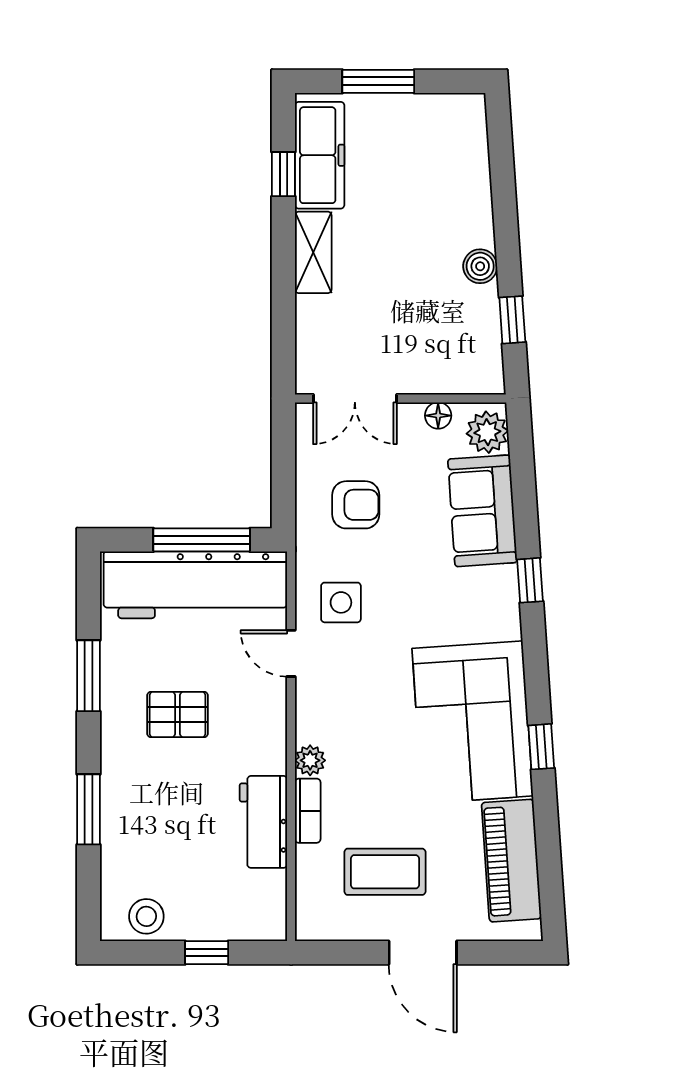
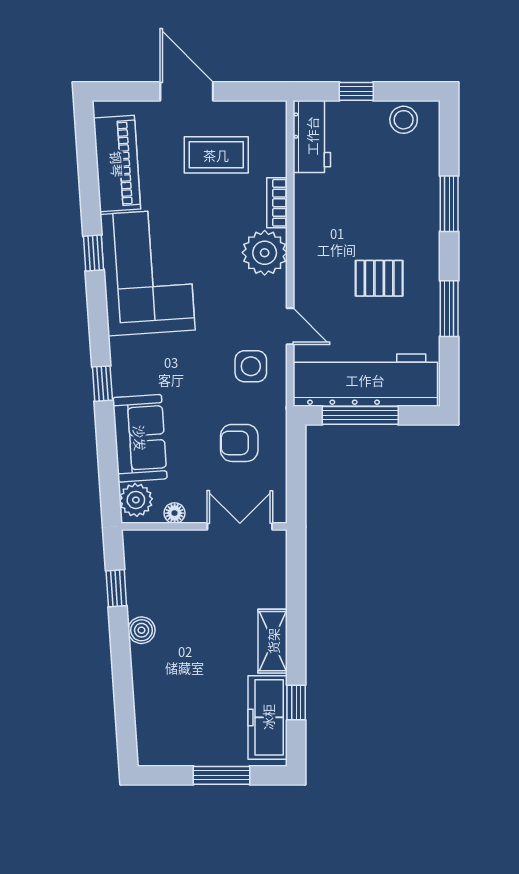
plant: (310, 760) -> (265, 253), width x1.88, depth x1.88
workbench: (263, 822) -> (312, 136), moved

